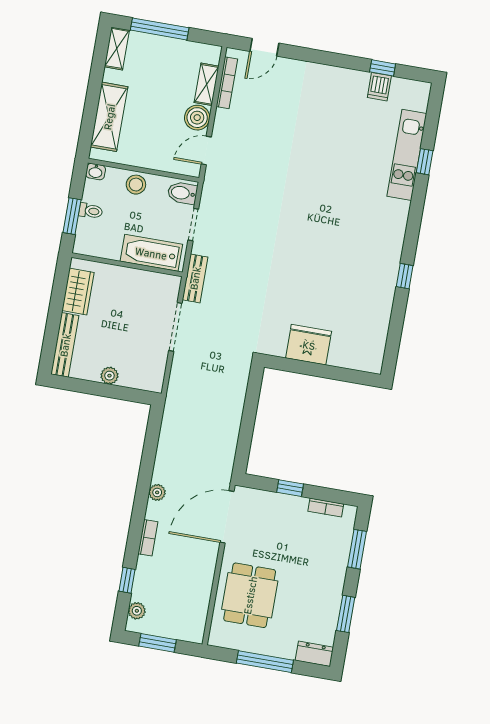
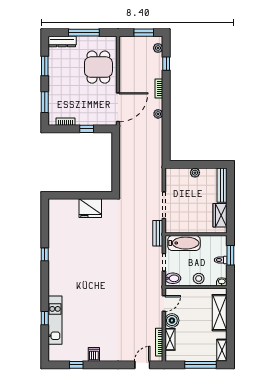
dishwasher: (379, 87) -> (94, 354), moved
dresser: (314, 654) -> (62, 41), width x1.44

